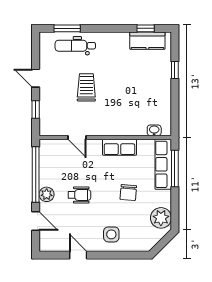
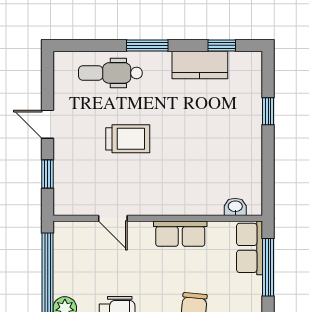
window: (67, 28) -> (147, 45), moved
kitchen counter: (147, 41) -> (200, 65), moved
trolley: (86, 87) -> (128, 139), turned 90
row of seats: (163, 164) -> (250, 248), width x0.68

